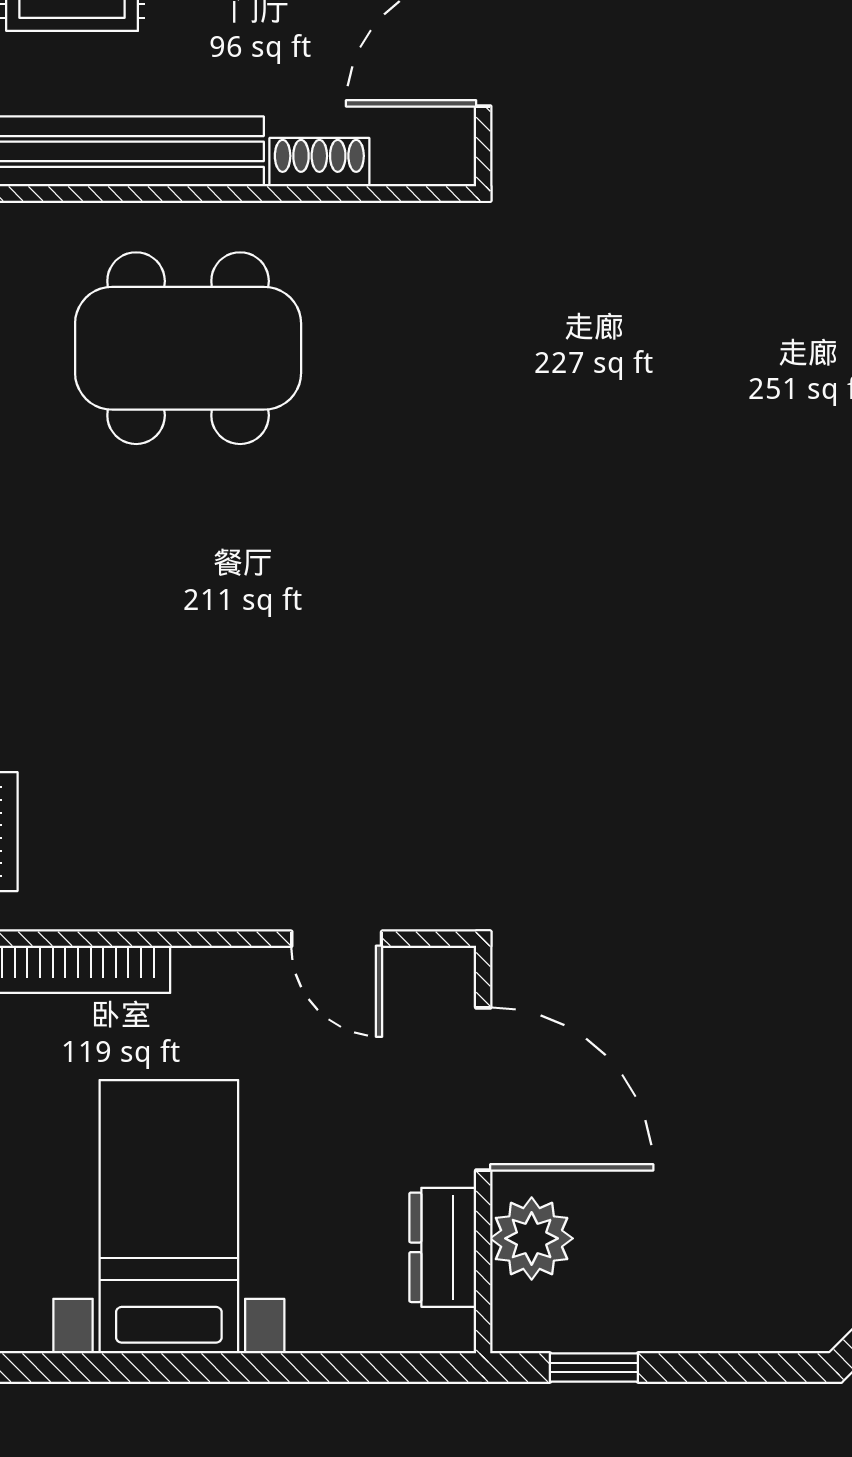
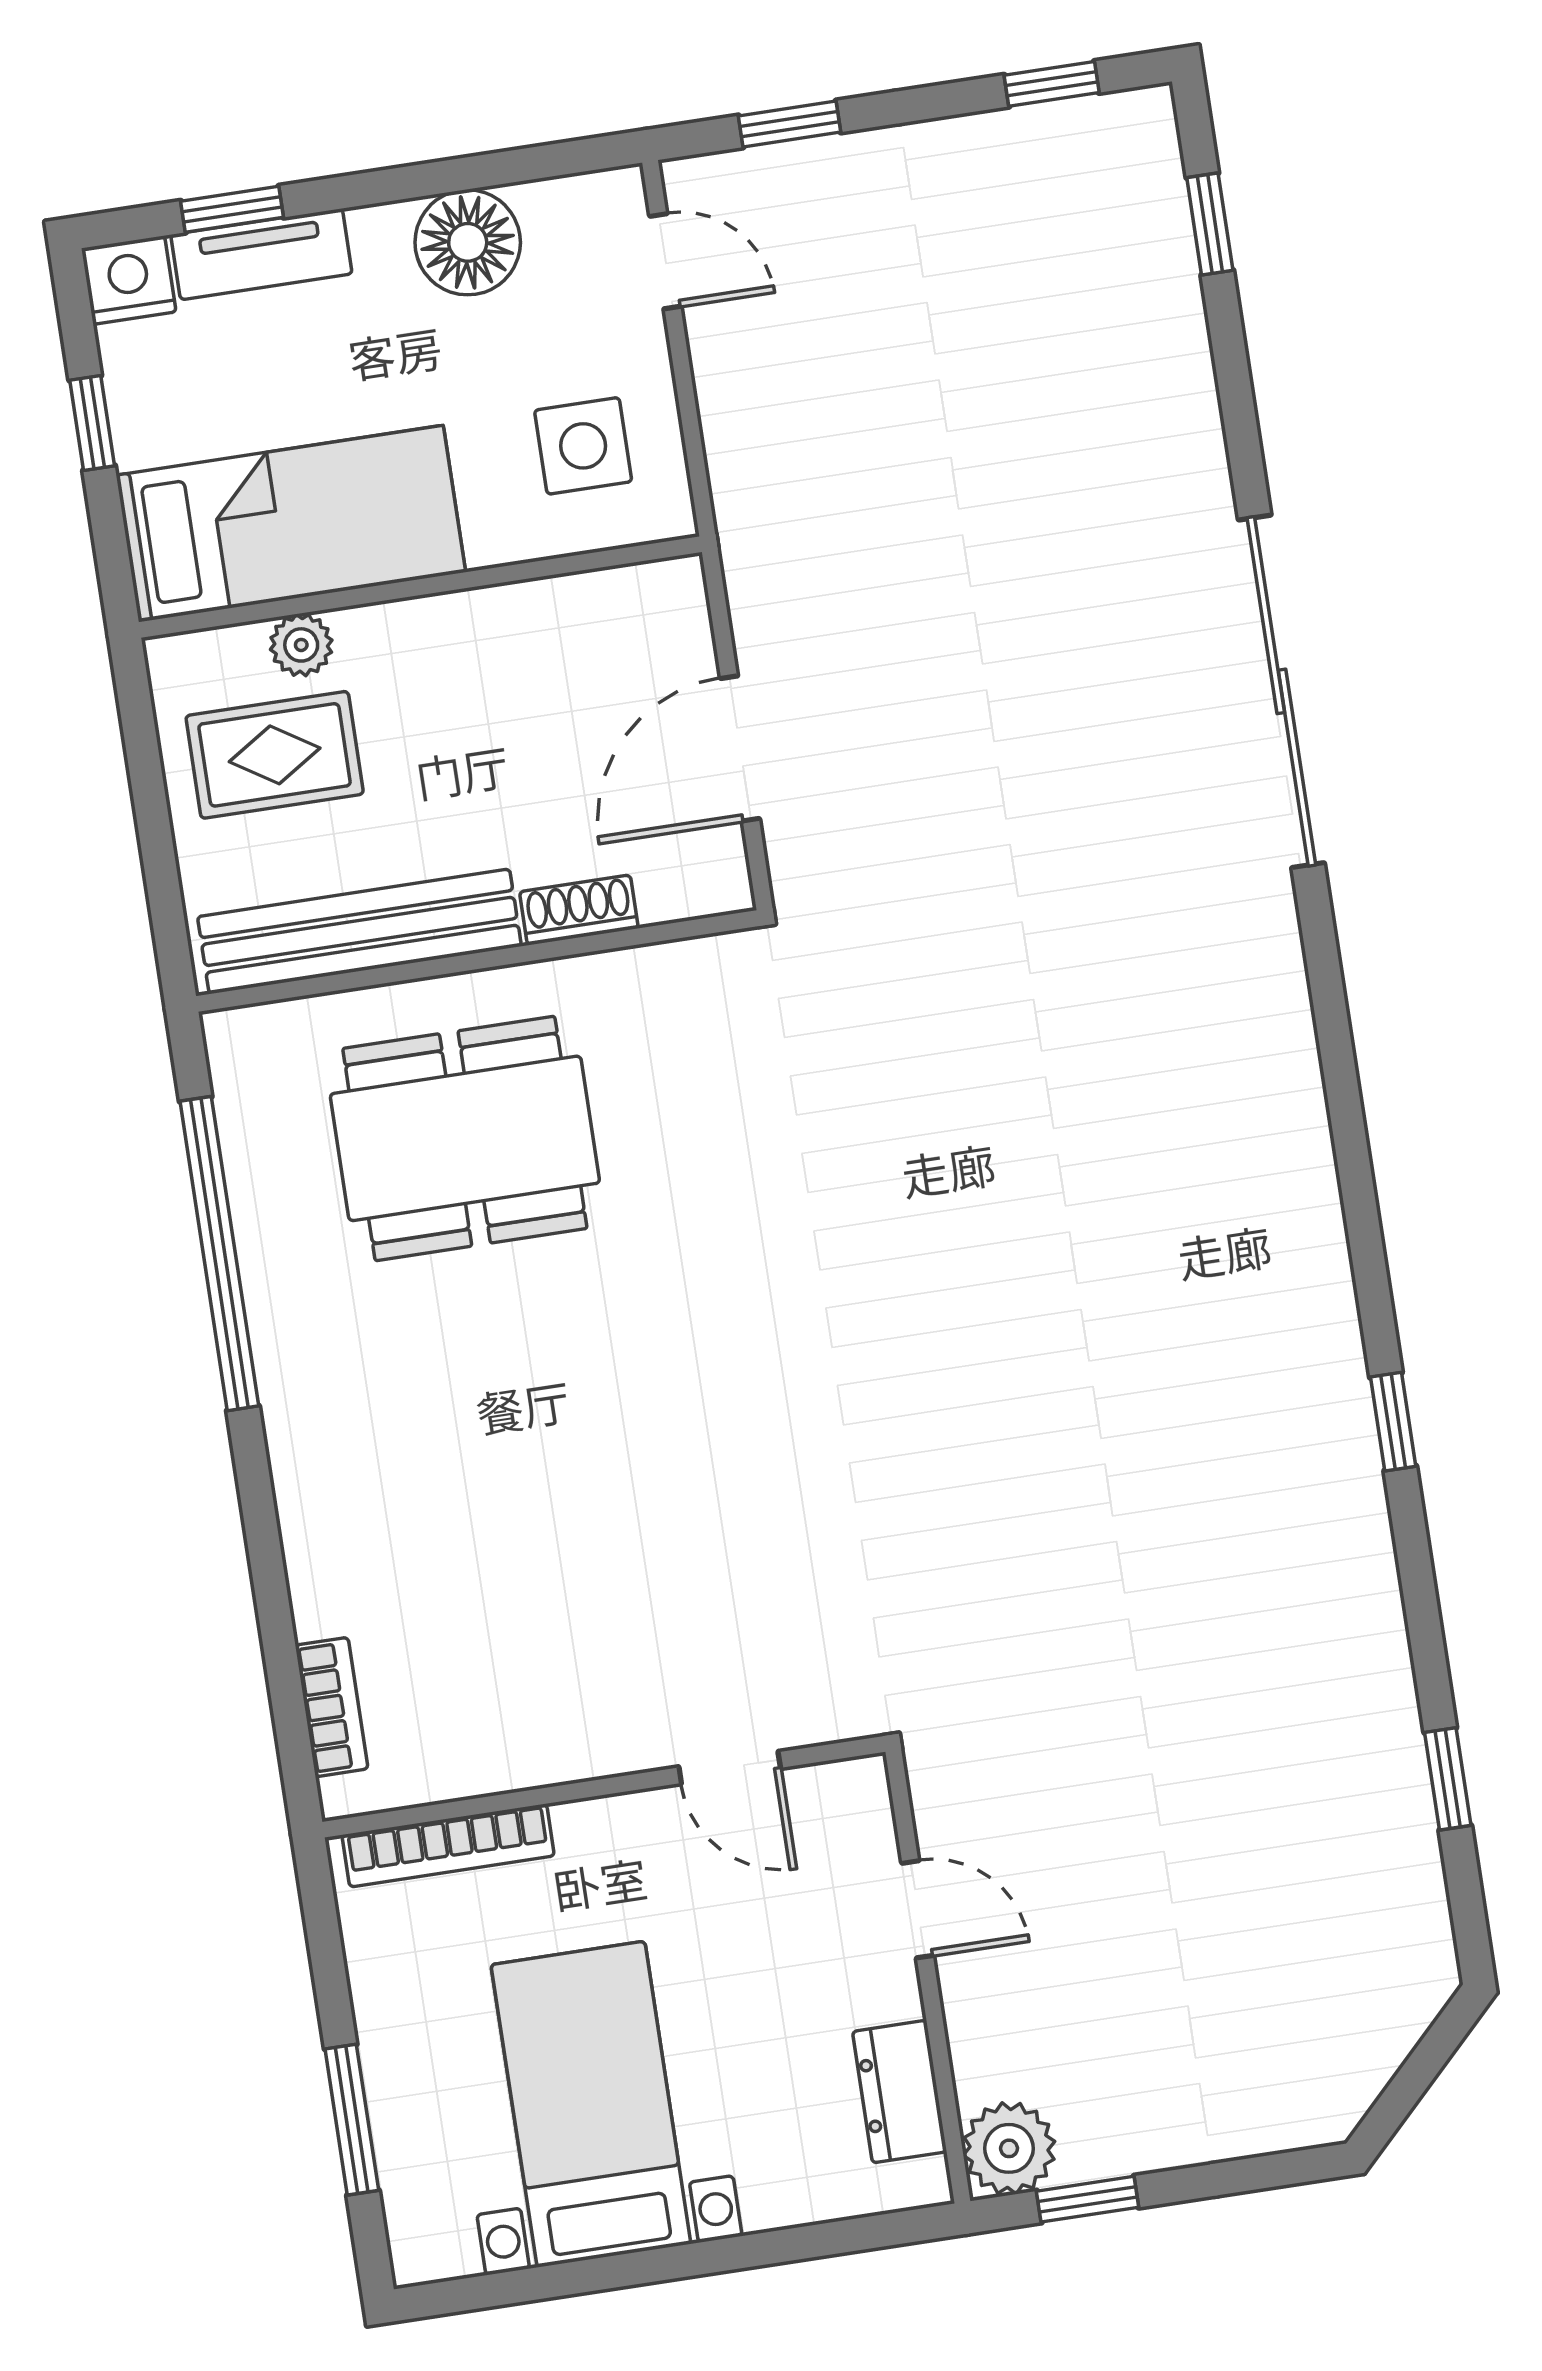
door: (483, 1089) -> (918, 1909), width x0.53
plant: (532, 1238) -> (1009, 2148), moved

